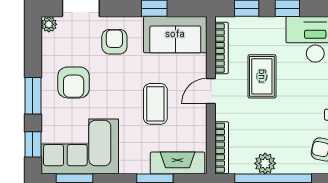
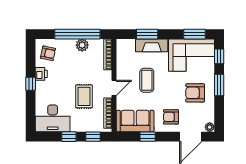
armchair: (114, 42) -> (171, 117), turned 90
armchair: (74, 82) -> (195, 93), turned -90
fireplace: (178, 163) -> (152, 45), moved

